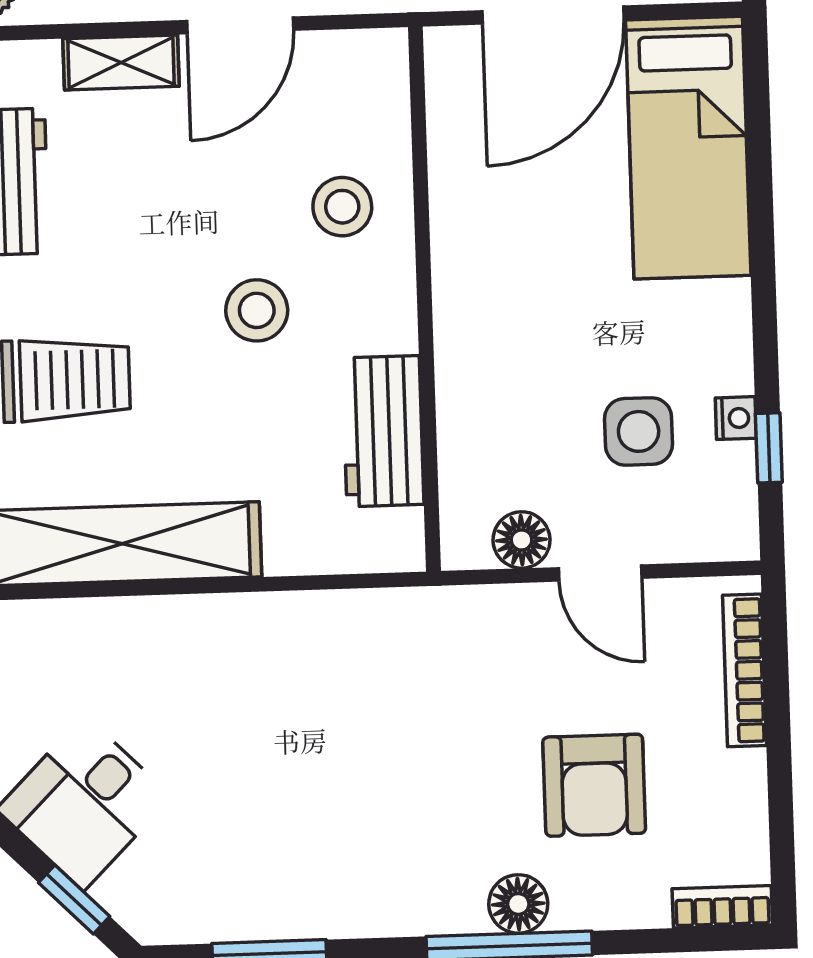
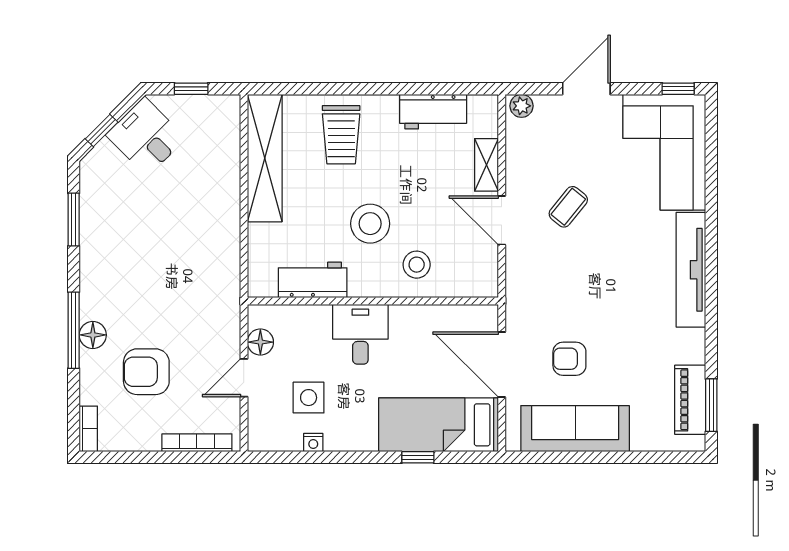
stool: (257, 310) -> (370, 224), width x1.38, depth x1.38
desk: (497, 324) -> (360, 334), added
window: (769, 448) -> (418, 457), moved

